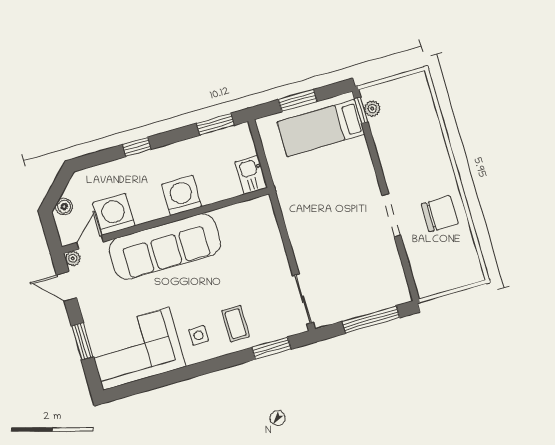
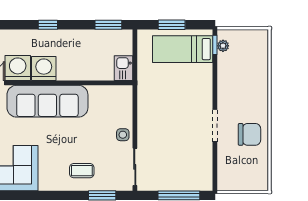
washing machine: (182, 196) -> (44, 69), moved
coffee table: (236, 324) -> (82, 171), turned 90
side table: (199, 335) -> (123, 135), moved

